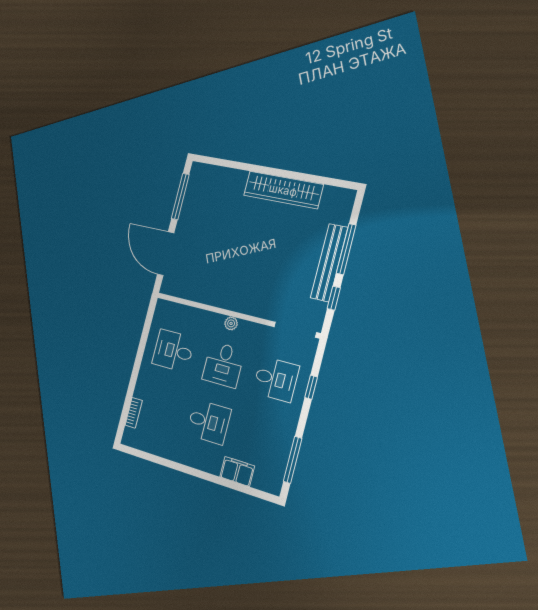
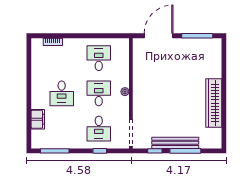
desk: (223, 365) -> (99, 93), turned 90

